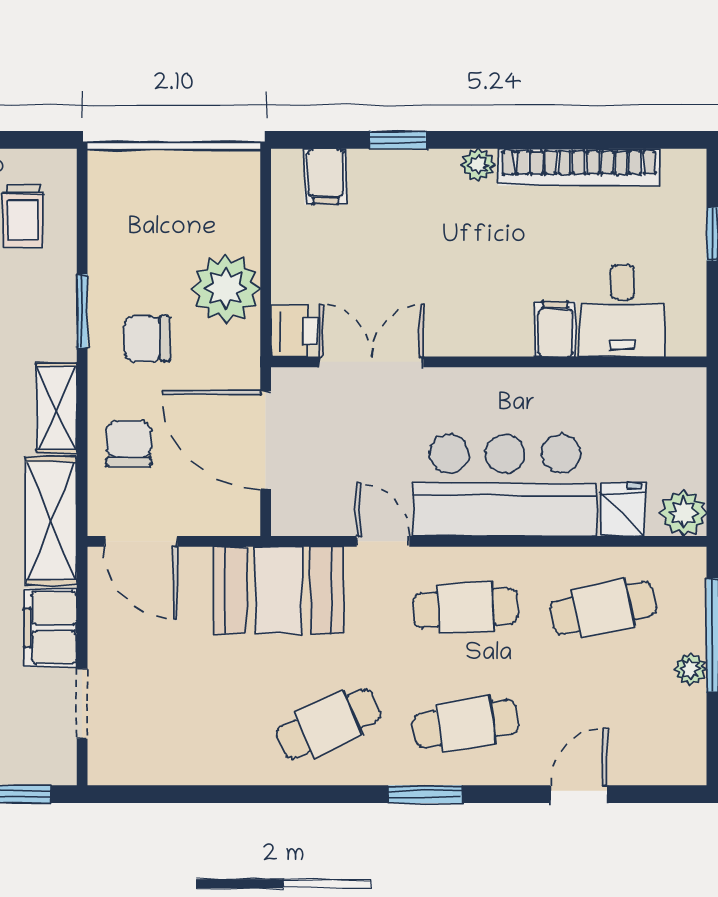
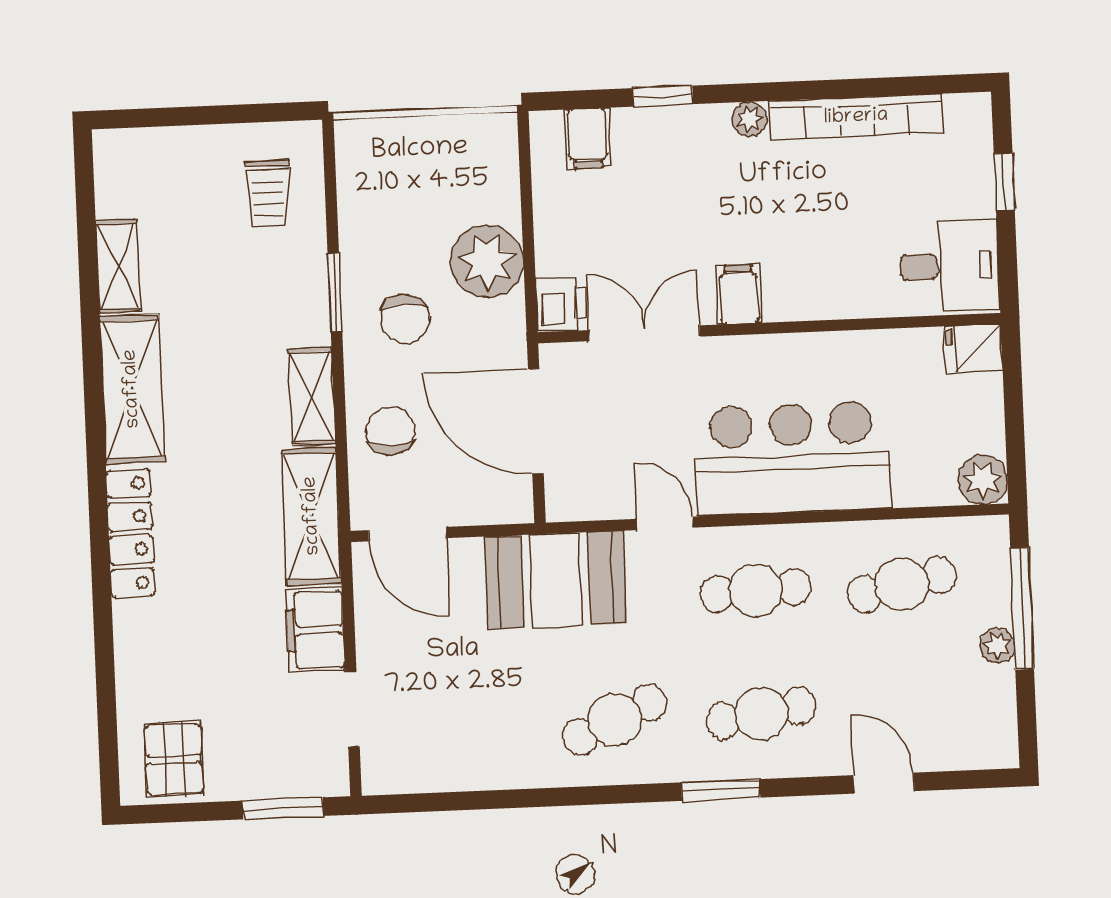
desk: (622, 311) -> (949, 266), moved, turned -90
filing cabinet: (555, 329) -> (739, 294), moved
chair: (147, 339) -> (405, 319), turned -89
fridge: (622, 510) -> (974, 349), moved, turned -90
door: (578, 794) -> (884, 783), hinge flipped

